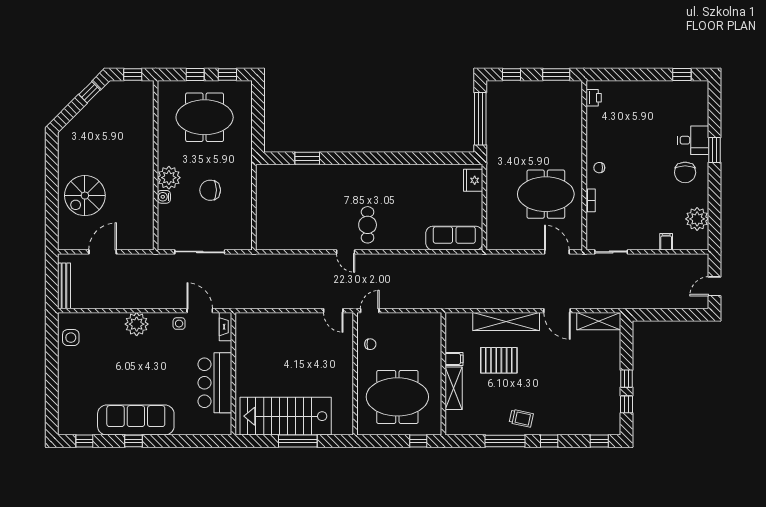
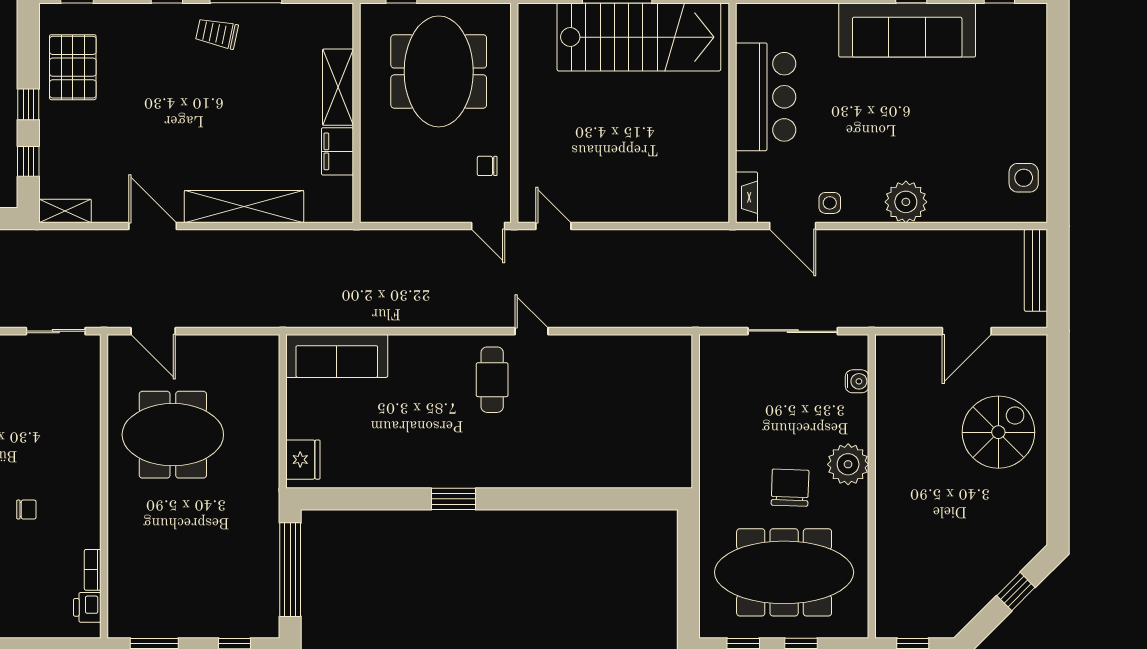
window: (90, 92) -> (1016, 592), moved
meeting table: (205, 117) -> (784, 572), width x1.36
window: (307, 158) -> (453, 499), moved
chair: (599, 168) -> (26, 510), moved
chair: (210, 190) -> (790, 488), moved, turned -88
water cooler: (164, 197) -> (857, 381), moved
bookcase: (591, 200) -> (93, 570), moved
door: (370, 311) -> (488, 226), hinge flipped
shelving: (599, 321) -> (65, 211), width x0.67, depth x0.75
filing cabinet: (454, 359) -> (337, 151), width x2.00
pallet: (499, 360) -> (73, 67), moved, turned 90
meeting table: (397, 397) -> (439, 71), turned 90
window: (627, 404) -> (28, 161), moved

